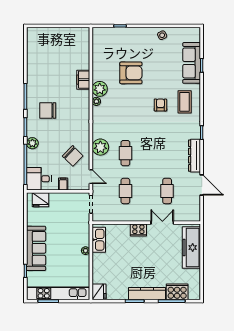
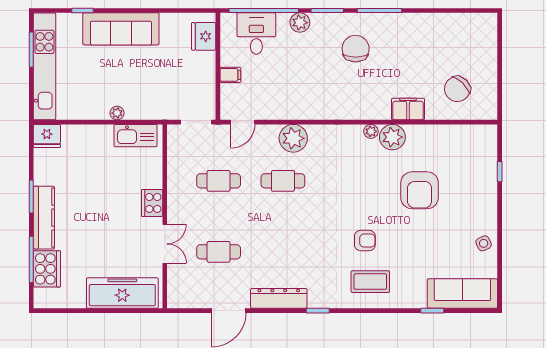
sofa: (192, 63) -> (462, 293), moved
chair: (73, 156) -> (457, 89), moved
desk: (39, 179) -> (256, 34), moved

